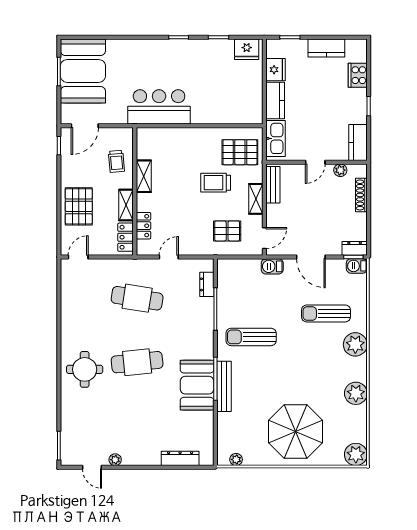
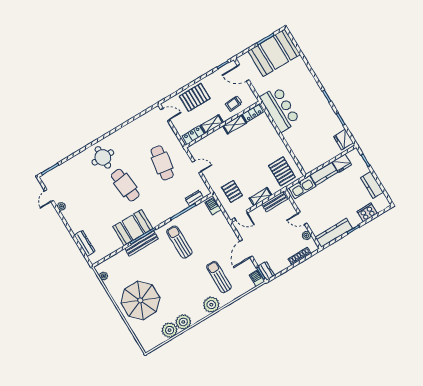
kitchen counter: (358, 142) -> (334, 233), width x1.50
trolley: (216, 183) -> (256, 168), removed
locker: (143, 226) -> (253, 113), moved
barbecue: (272, 266) -> (213, 206), moved
plant: (356, 454) -> (170, 330), moved

